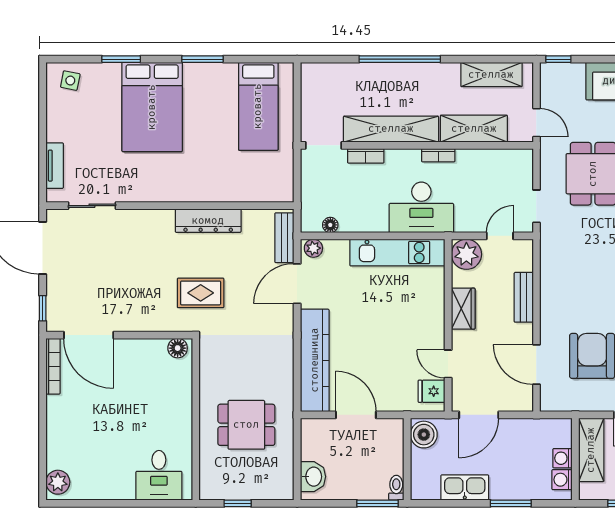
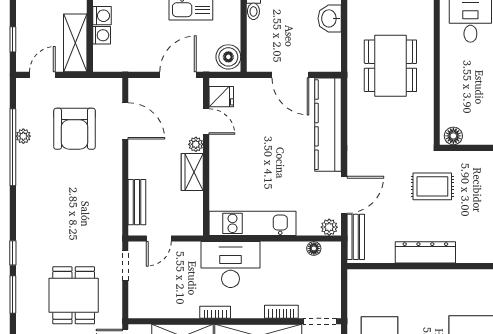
plant: (466, 254) -> (196, 144), moved, width x0.53, depth x0.53
bench: (524, 297) -> (137, 202), moved
dining table: (246, 425) -> (390, 66), width x1.37

